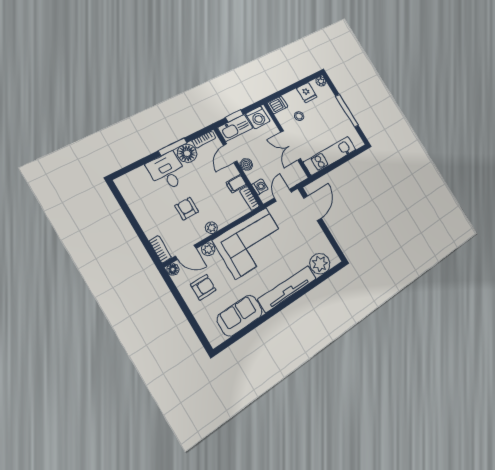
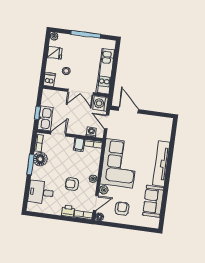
washing machine: (258, 118) -> (101, 104), moved, turned 180
door: (230, 153) -> (58, 134), swing flipped
boiler: (246, 164) -> (72, 129), removed
desk: (167, 172) -> (41, 192), moved
printer: (151, 228) -> (68, 211), added
plant: (320, 264) -> (164, 133), removed

